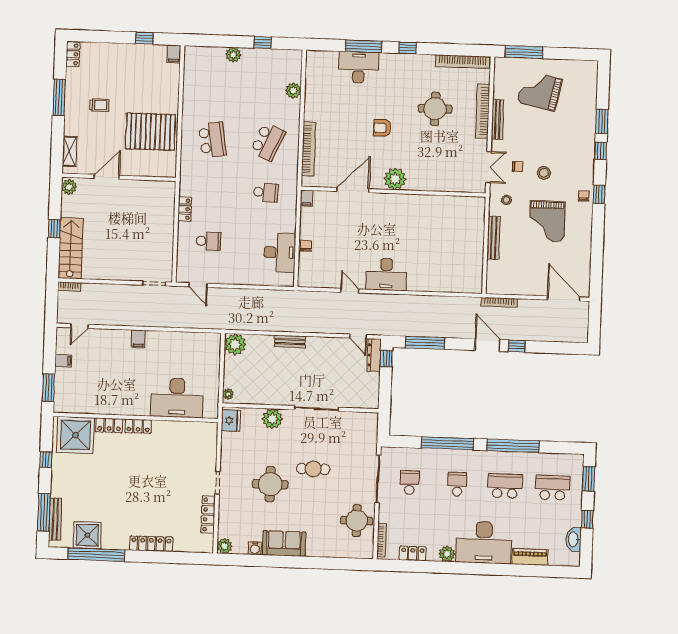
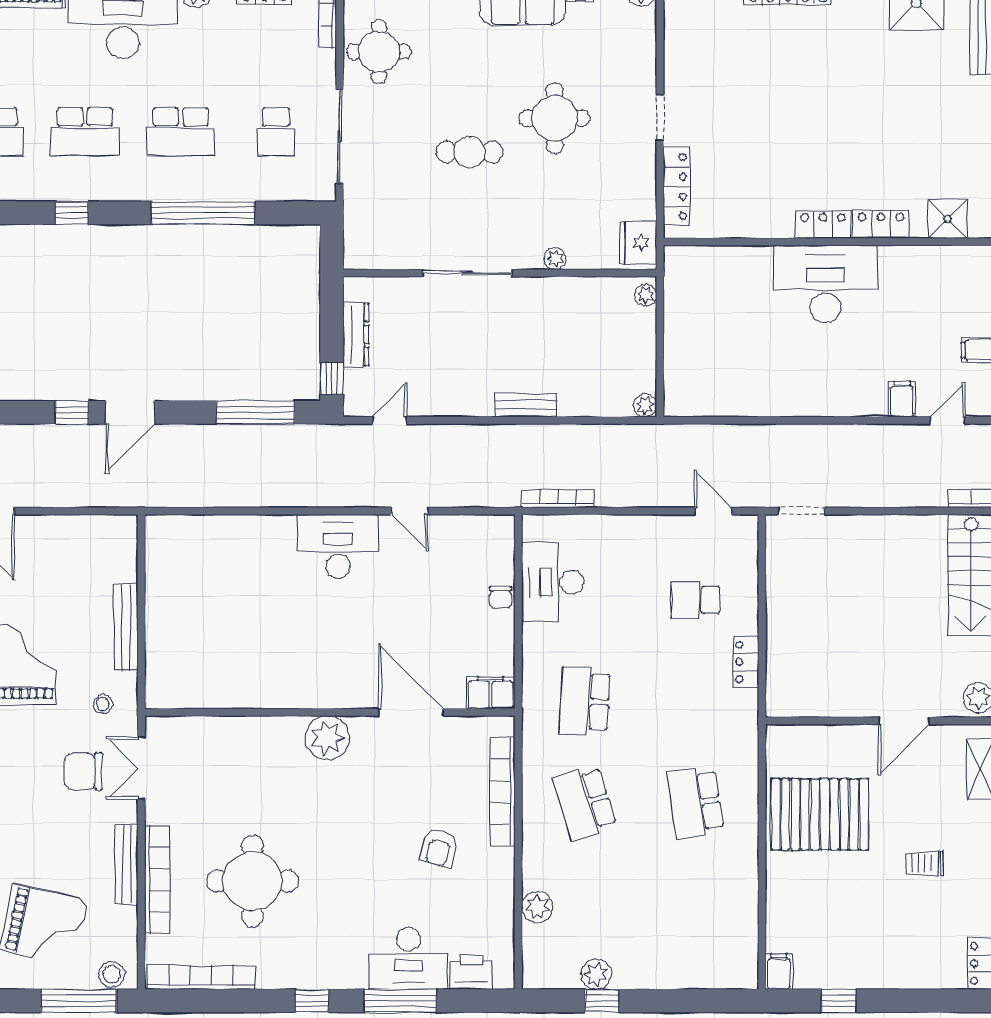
plant: (233, 55) -> (596, 974), moved
printer: (327, 59) -> (471, 972), added
round table: (435, 109) -> (252, 881), width x1.36, depth x1.36
armchair: (382, 128) -> (439, 848), moved, turned 105
school desk: (268, 142) -> (585, 803), turned -42
chair: (517, 167) -> (83, 771), width x1.87, depth x1.87
stool: (544, 173) -> (112, 974), moved
door: (353, 190) -> (411, 712), swing flipped
school desk: (266, 192) -> (585, 701), width x1.85
filing cabinet: (307, 198) -> (491, 693), width x2.00
bookcase: (499, 302) -> (557, 499), moved
door: (358, 336) -> (390, 420), hinge flipped
filing cabinet: (138, 339) -> (902, 399), moved
plant: (235, 344) -> (645, 405), width x0.53, depth x0.53
door: (487, 345) -> (130, 412), hinge flipped
dresser: (374, 355) -> (356, 335), moved
desk: (177, 398) -> (825, 284), moved
plant: (272, 419) -> (555, 259), width x0.53, depth x0.53
shower: (75, 435) -> (948, 219), width x0.54, depth x0.54
window: (513, 446) -> (72, 213), width x0.32
school desk: (457, 484) -> (181, 132), width x1.85
locker: (208, 515) -> (676, 187), moved

